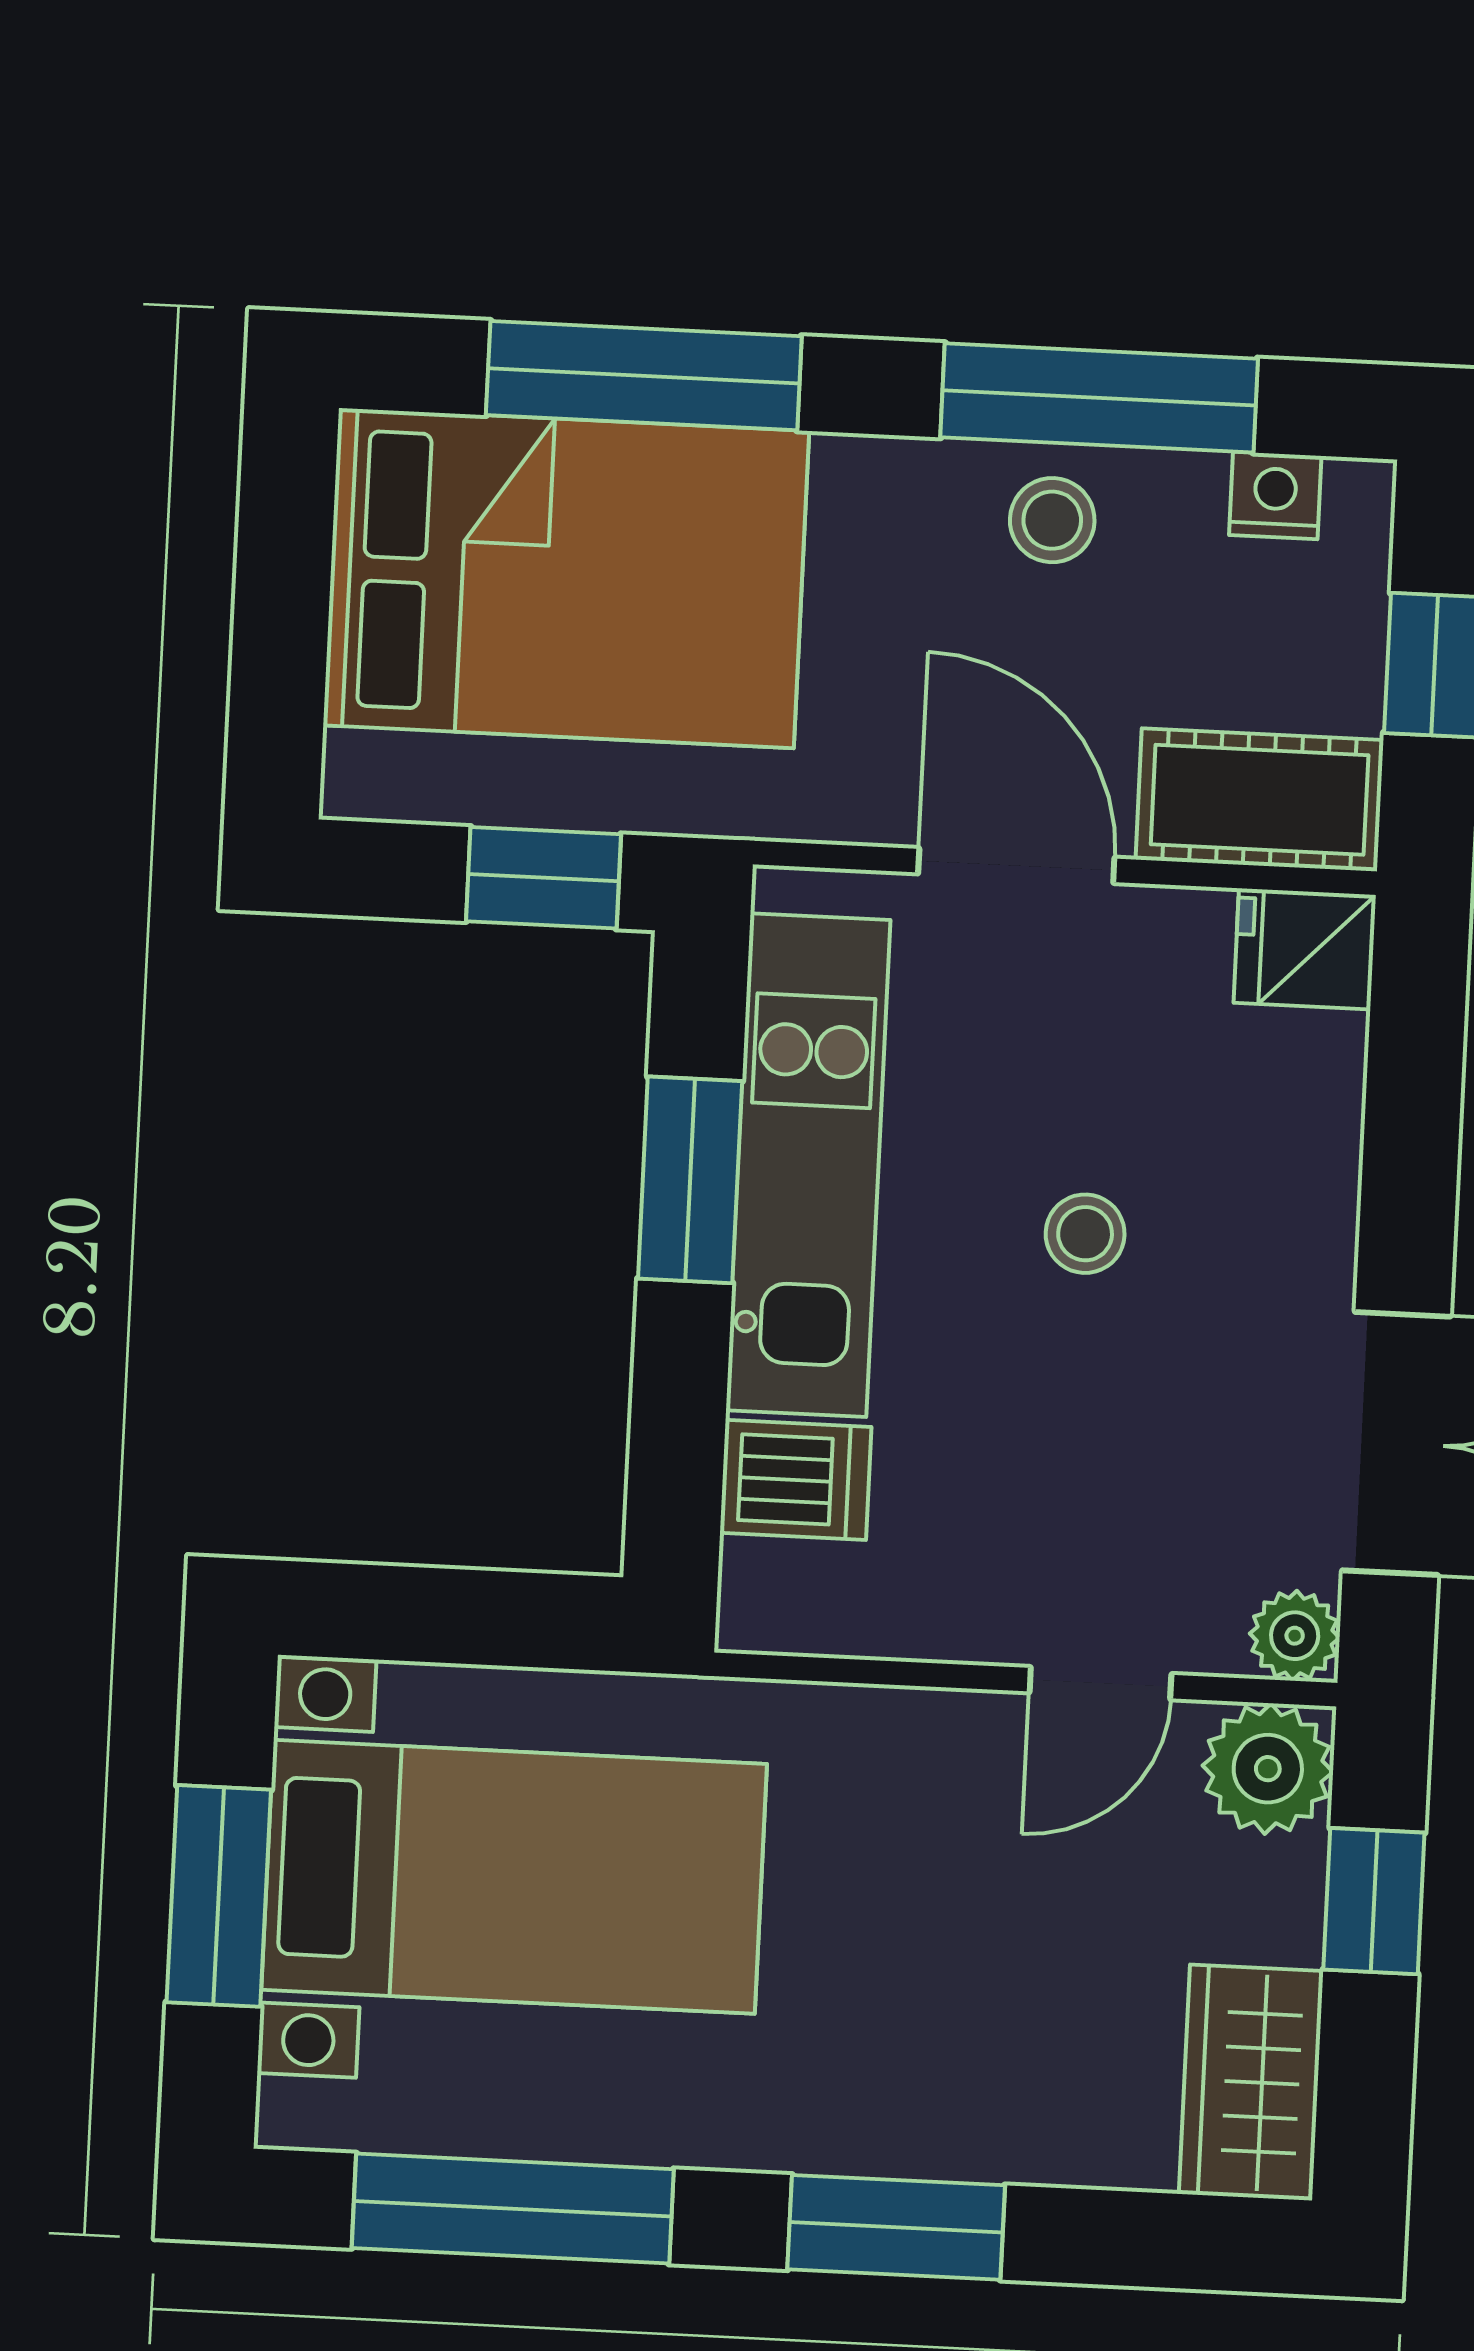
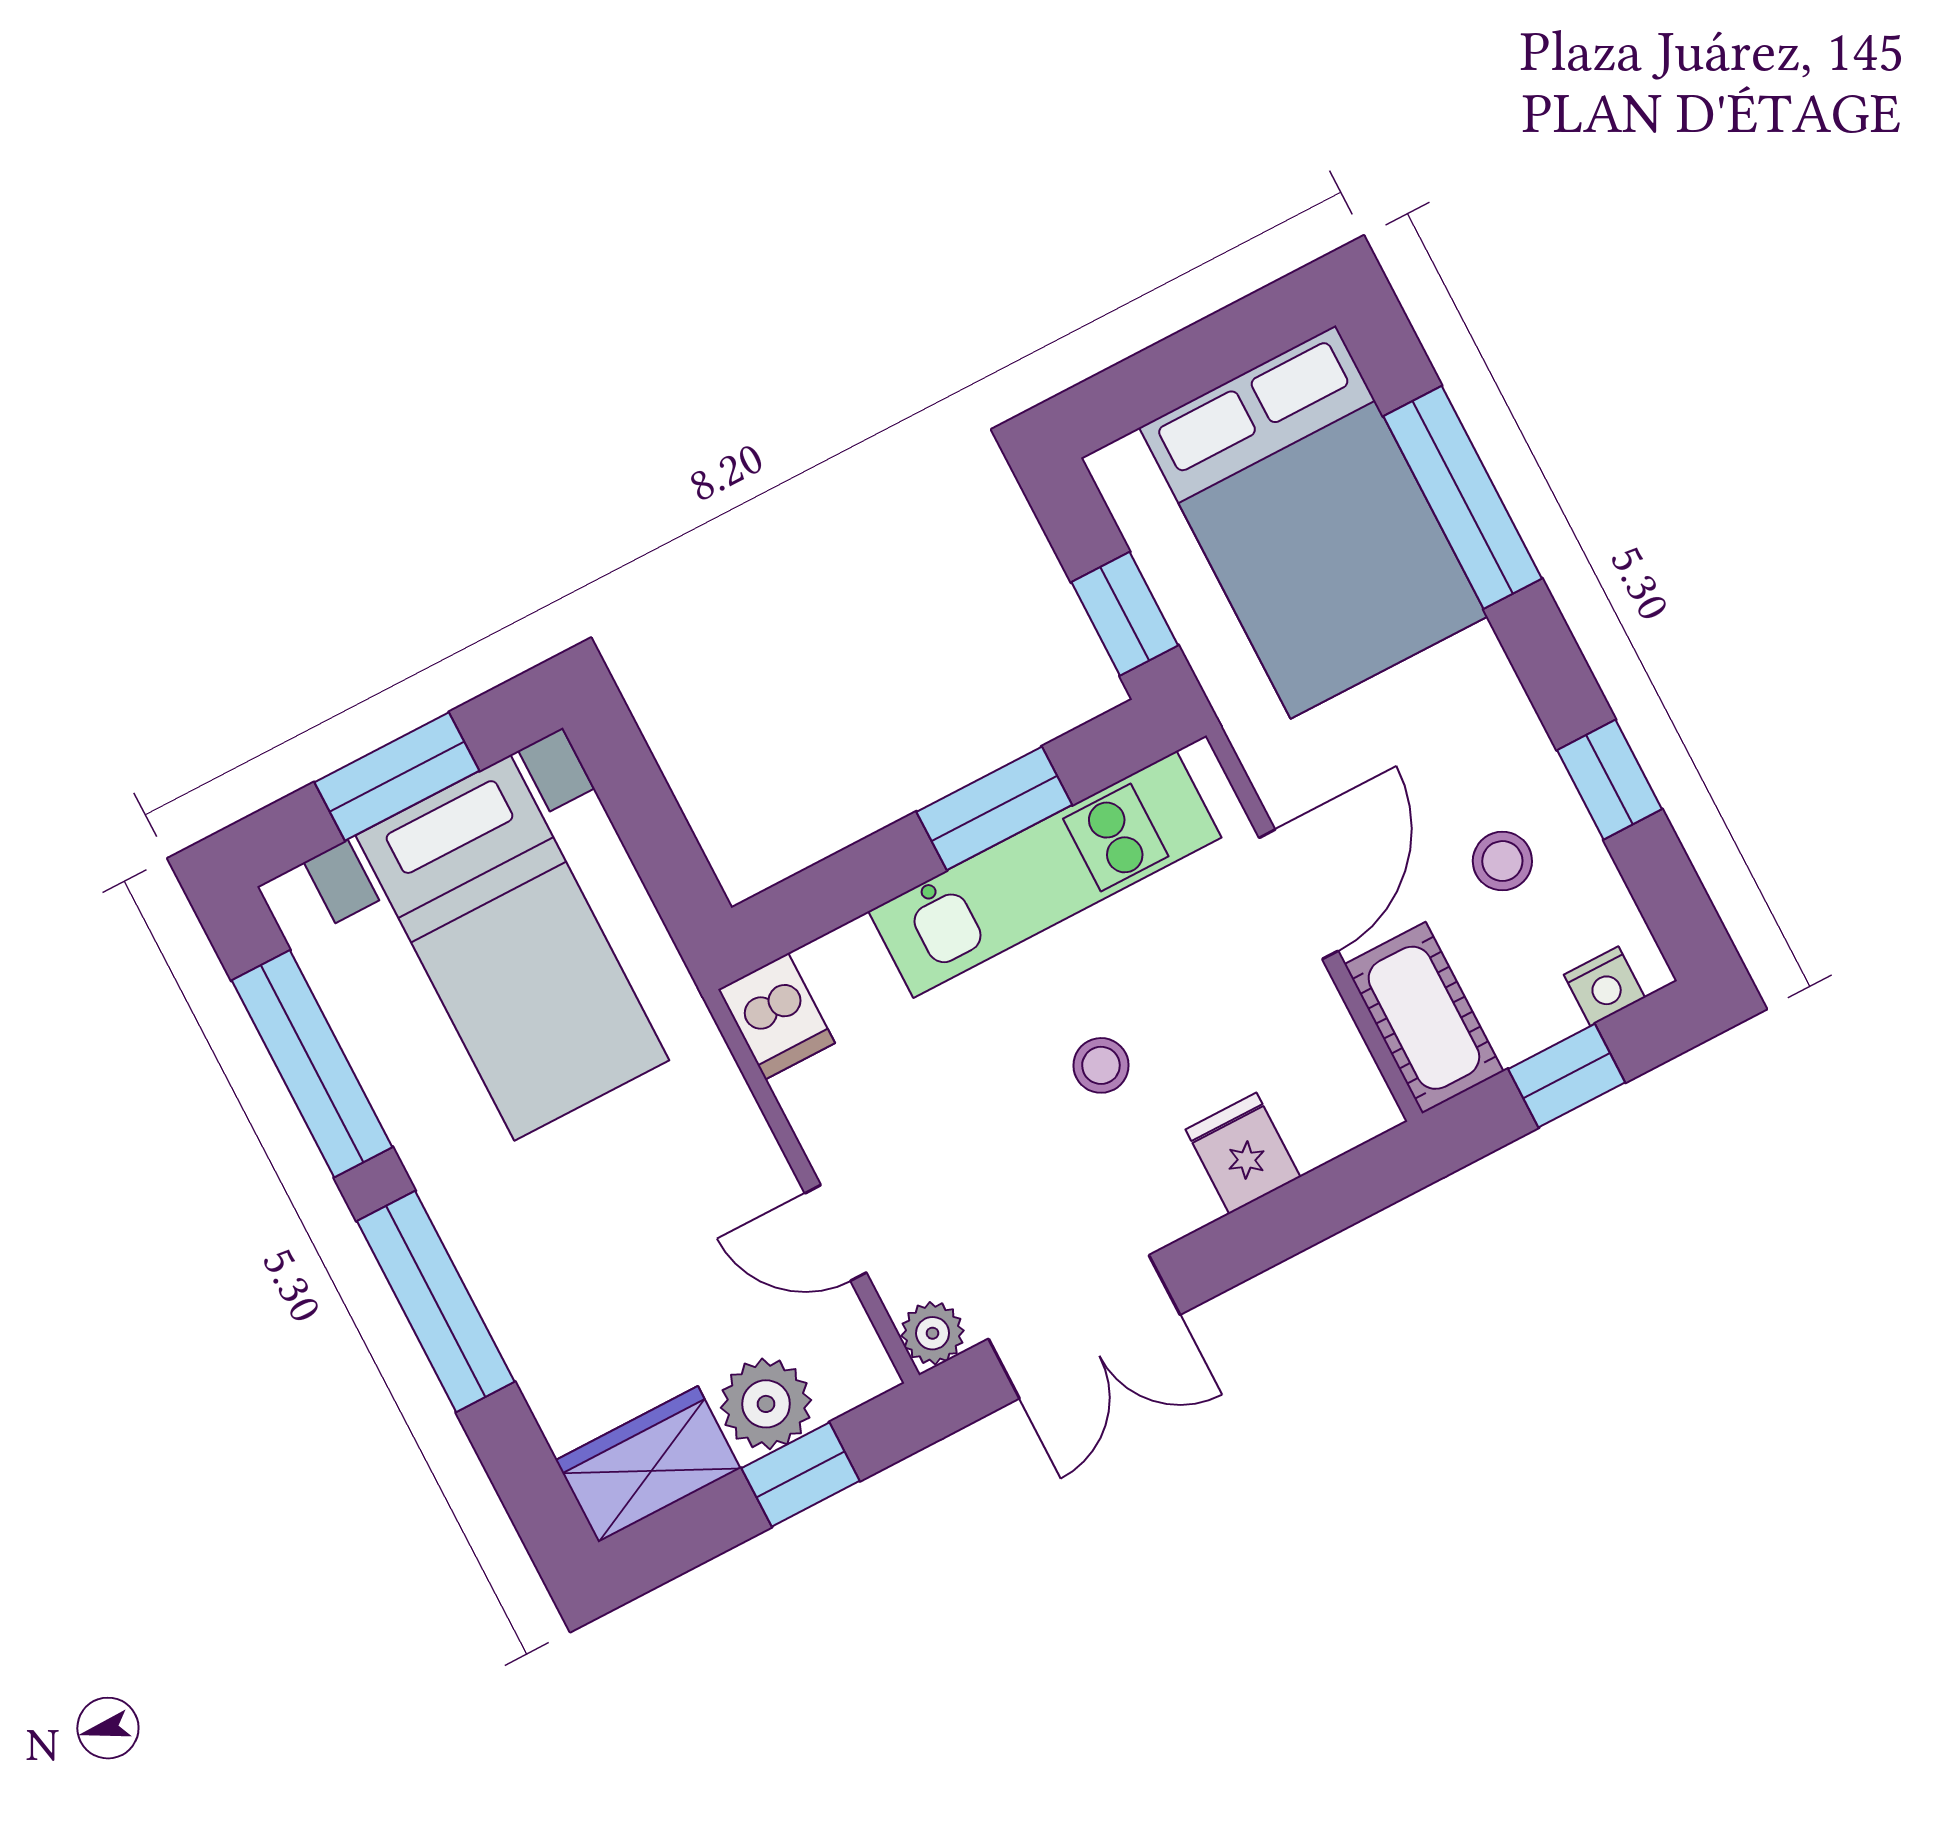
window: (1099, 398) -> (1610, 780), width x0.46
nightstand: (1275, 495) -> (1604, 986), moved, turned 90
stool: (1052, 520) -> (1502, 861), moved
fridge: (1305, 949) -> (1243, 1153), moved
dishwasher: (796, 1480) -> (777, 1016), moved
plant: (1268, 1769) -> (766, 1404), moved
window: (896, 2227) -> (436, 1301), width x1.44

